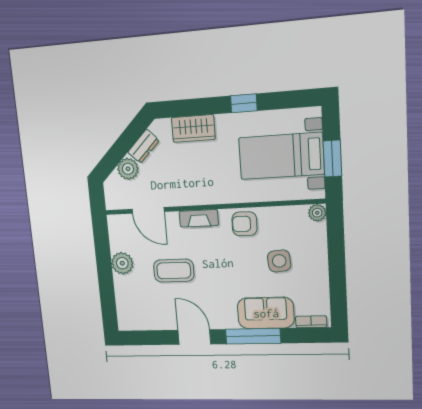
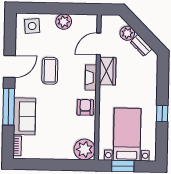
wardrobe: (193, 128) -> (108, 71), moved, turned 180
plant: (317, 213) -> (85, 149), width x1.88, depth x1.88
side table: (279, 261) -> (32, 26), moved
coffee table: (174, 271) -> (50, 71), moved

